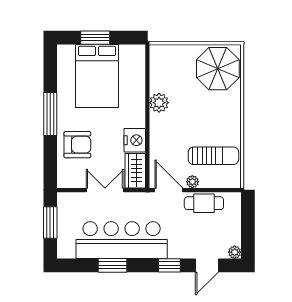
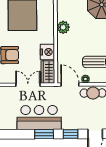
bar counter: (122, 240) -> (39, 118), width x0.73
window: (113, 265) -> (44, 134), moved

